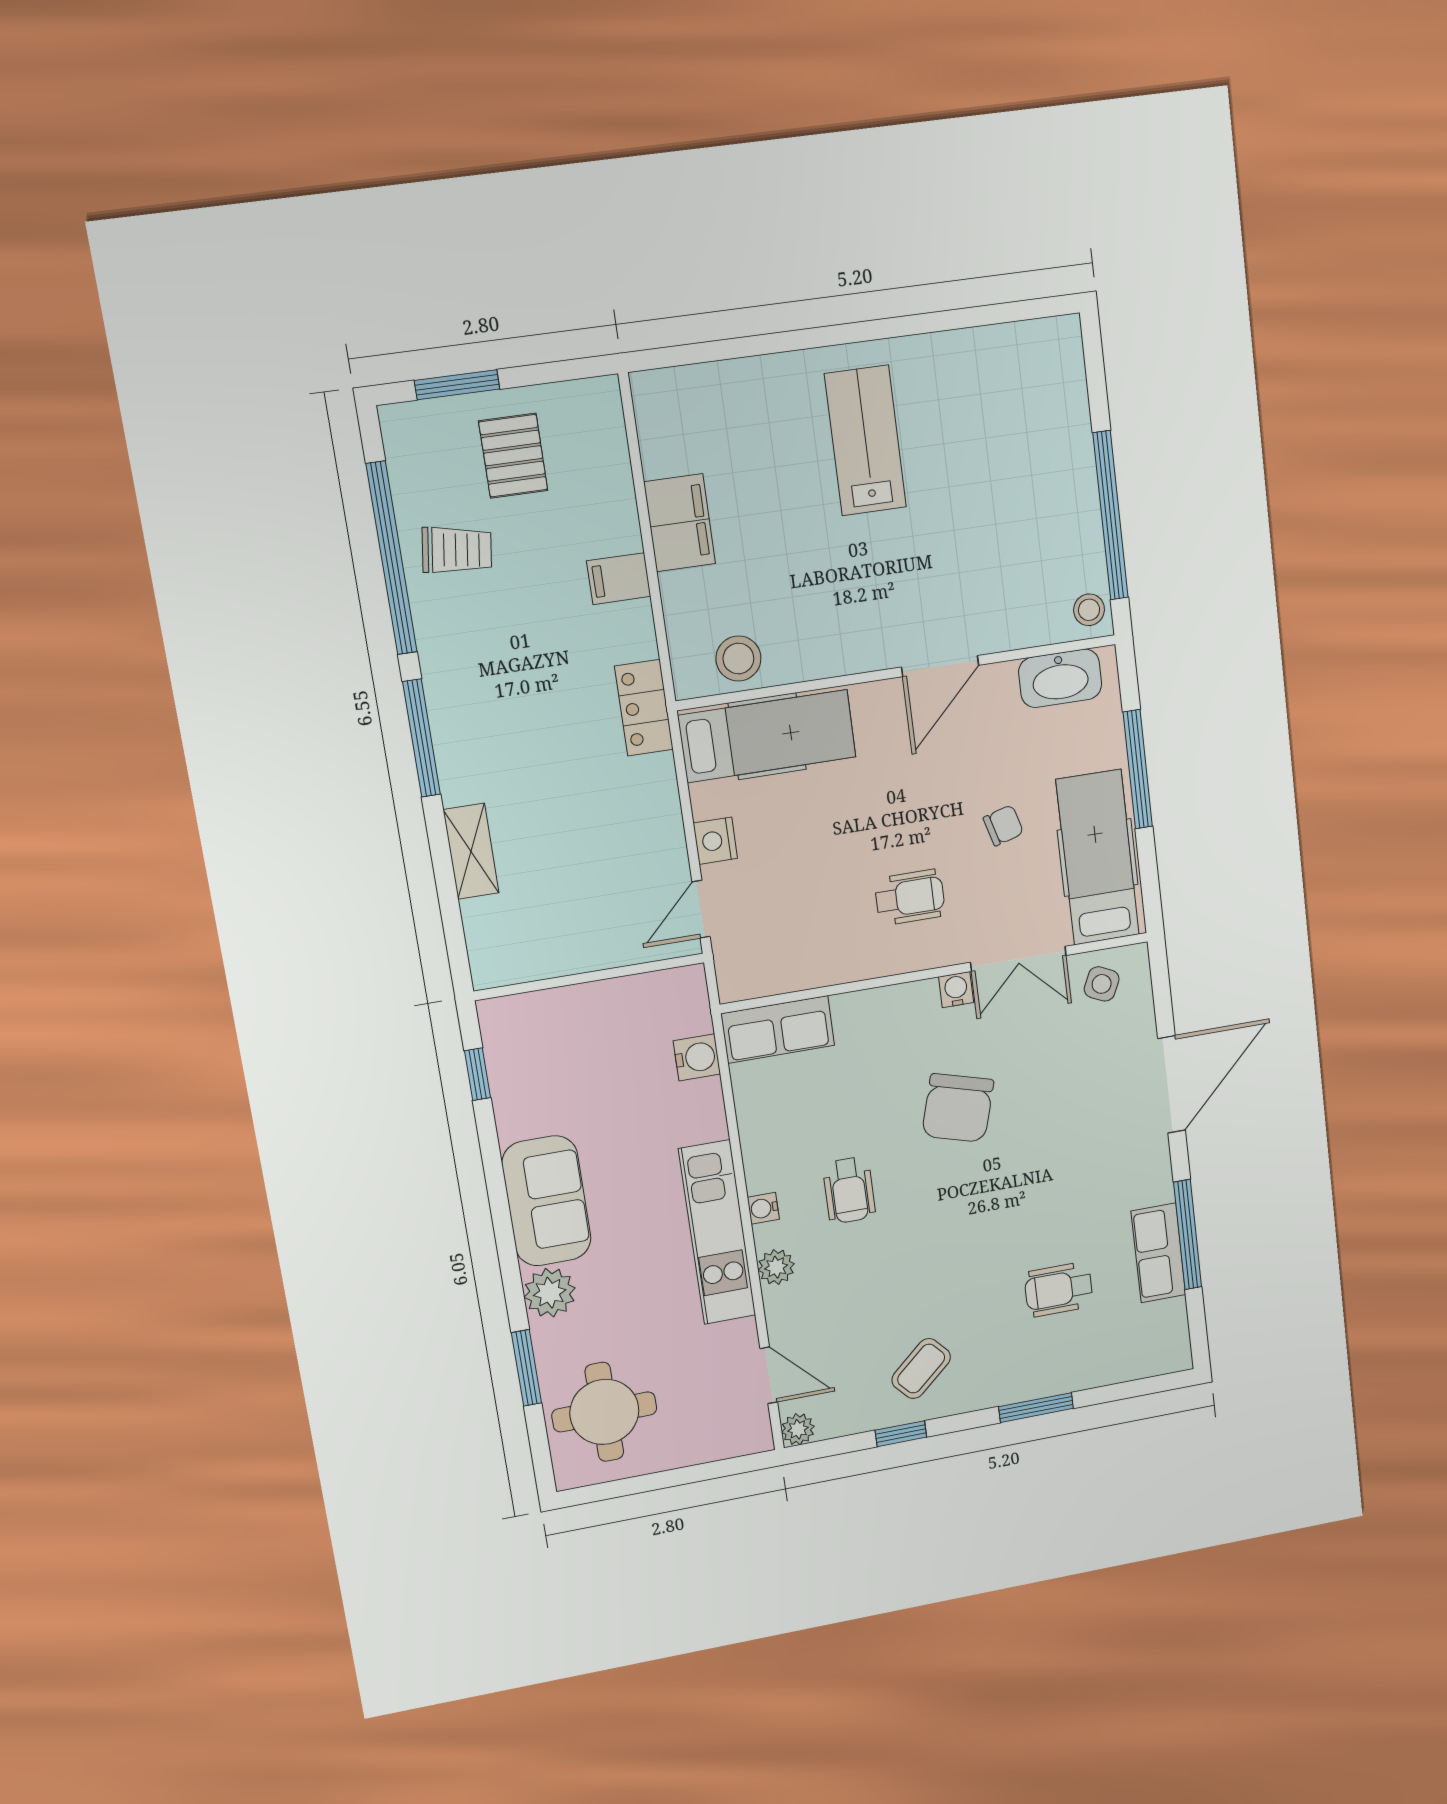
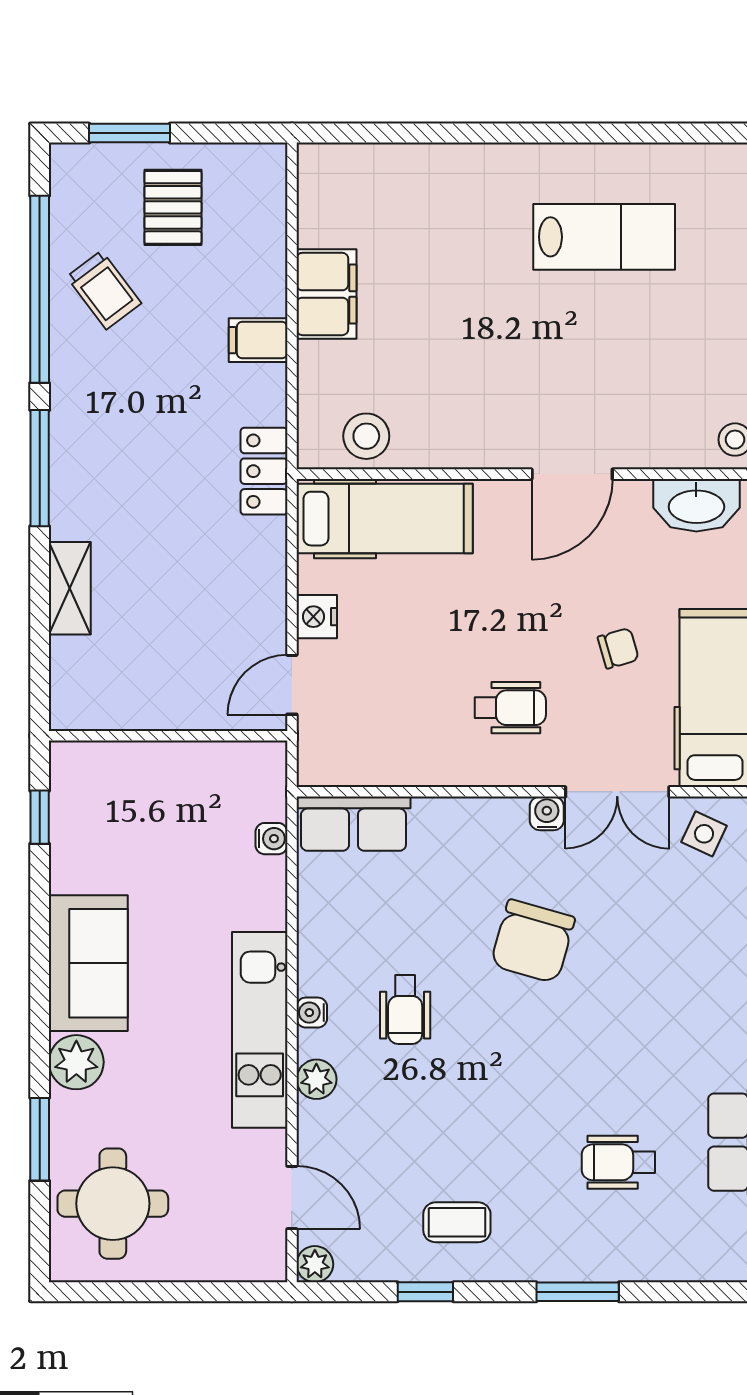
lab bench: (865, 441) -> (604, 237), moved, turned 90
trolley: (457, 550) -> (104, 290), turned 45
water cooler: (697, 1057) -> (271, 839), width x0.72, depth x0.72
coffee table: (921, 1369) -> (457, 1222), turned 42

